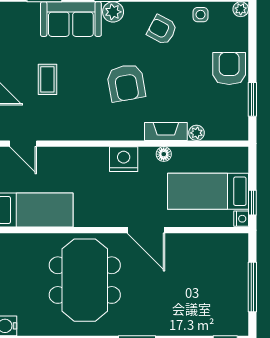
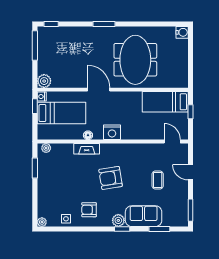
armchair: (162, 30) -> (89, 210), turned 152
armchair: (229, 68) -> (49, 187), removed
armchair: (126, 83) -> (111, 178), turned -89
plant: (197, 133) -> (46, 148), moved
plant: (237, 245) -> (44, 81), added
window: (252, 287) -> (35, 45), moved

